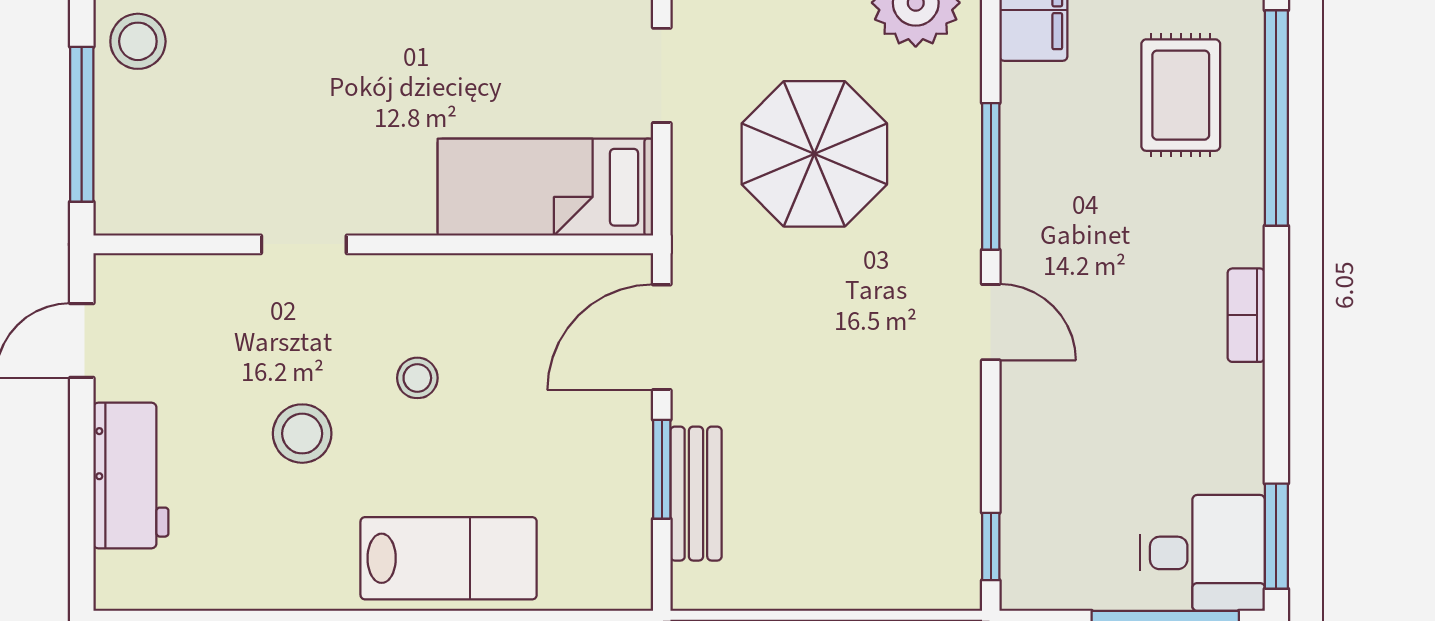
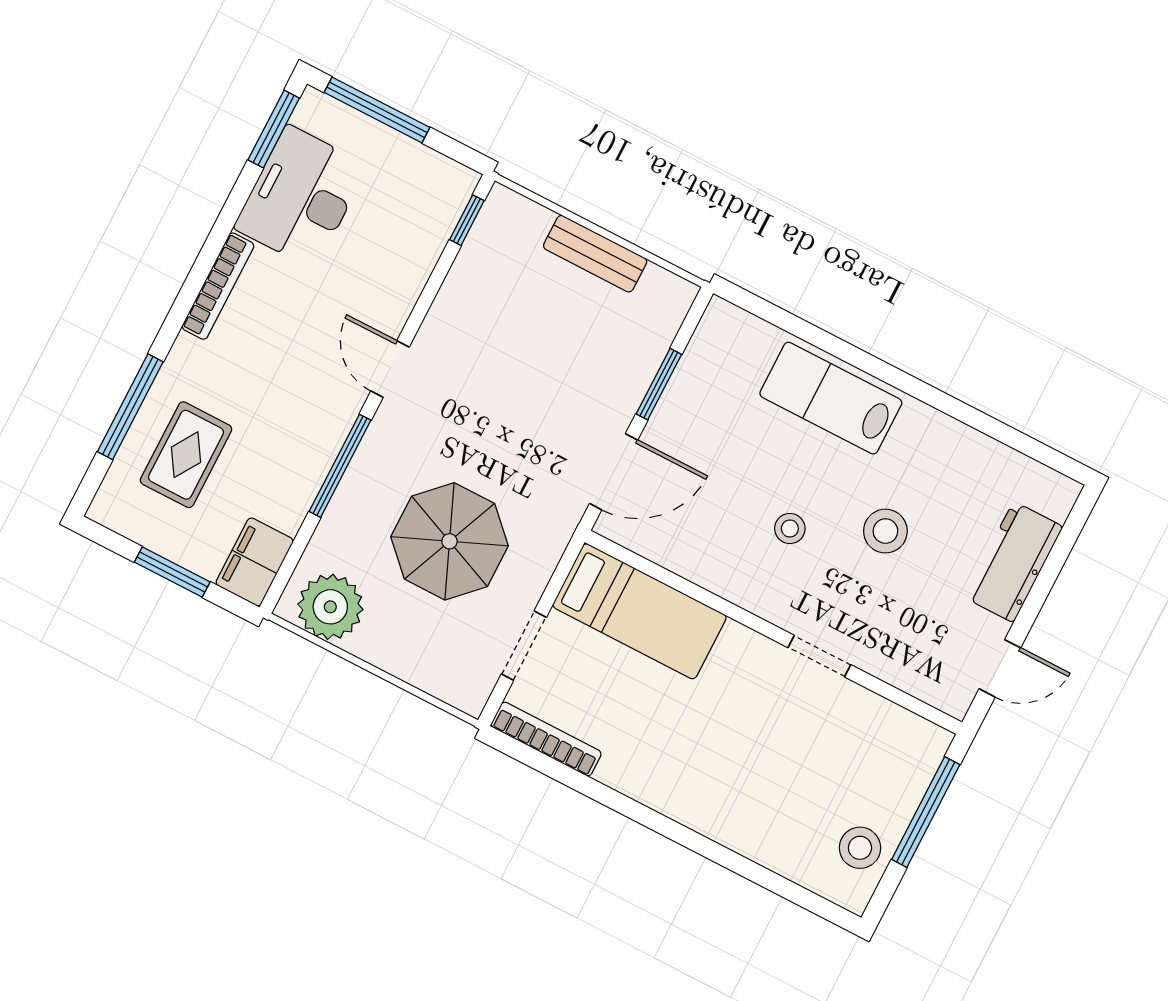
window: (1276, 118) -> (130, 407), width x0.68
bookcase: (1246, 315) -> (218, 286), width x1.56
bench: (696, 494) -> (595, 254), moved, turned 90
desk: (1202, 553) -> (301, 197), moved, width x1.37

